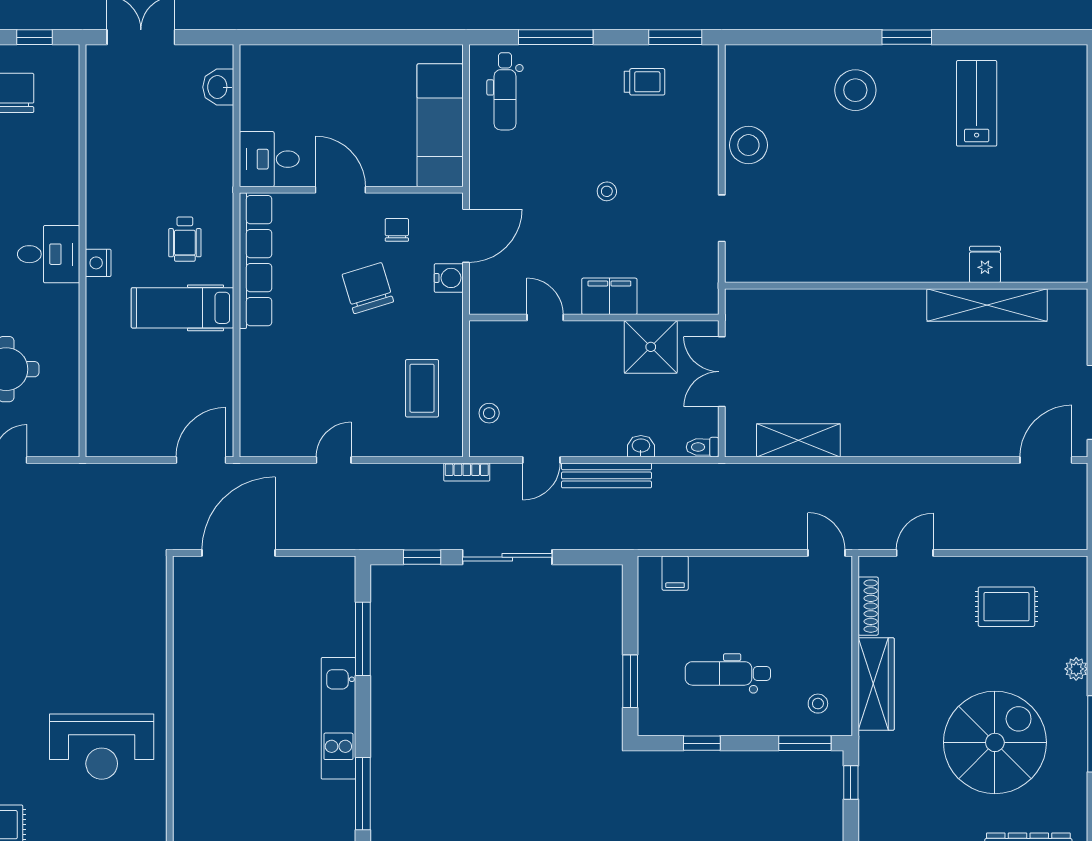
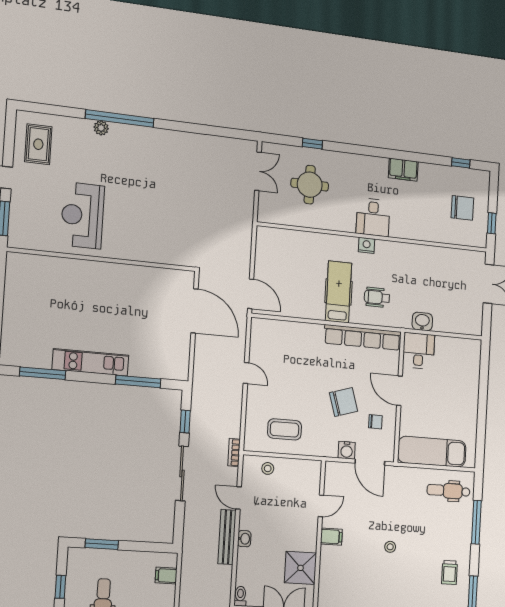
washbasin: (218, 87) -> (422, 321), moved
door: (340, 190) -> (400, 391), swing flipped
filing cabinet: (609, 296) -> (331, 537), width x0.50
washbasin: (641, 446) -> (244, 539), moved

